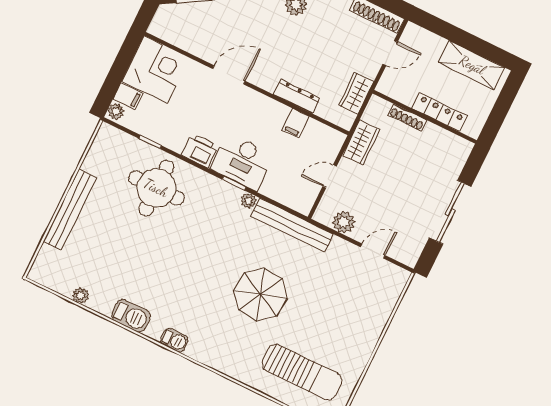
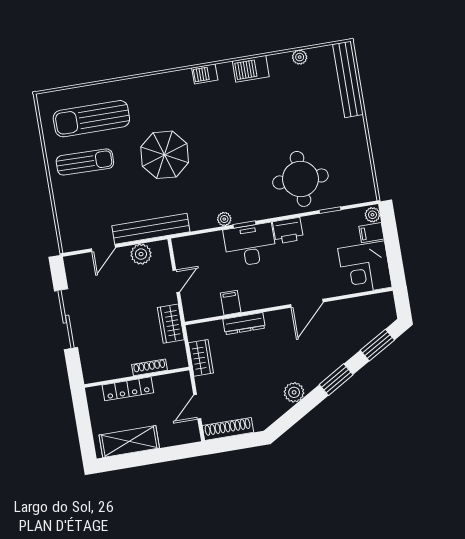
bench: (70, 209) -> (348, 79), moved
bench: (292, 225) -> (151, 229), moved
sun lounger: (335, 338) -> (85, 162), added

